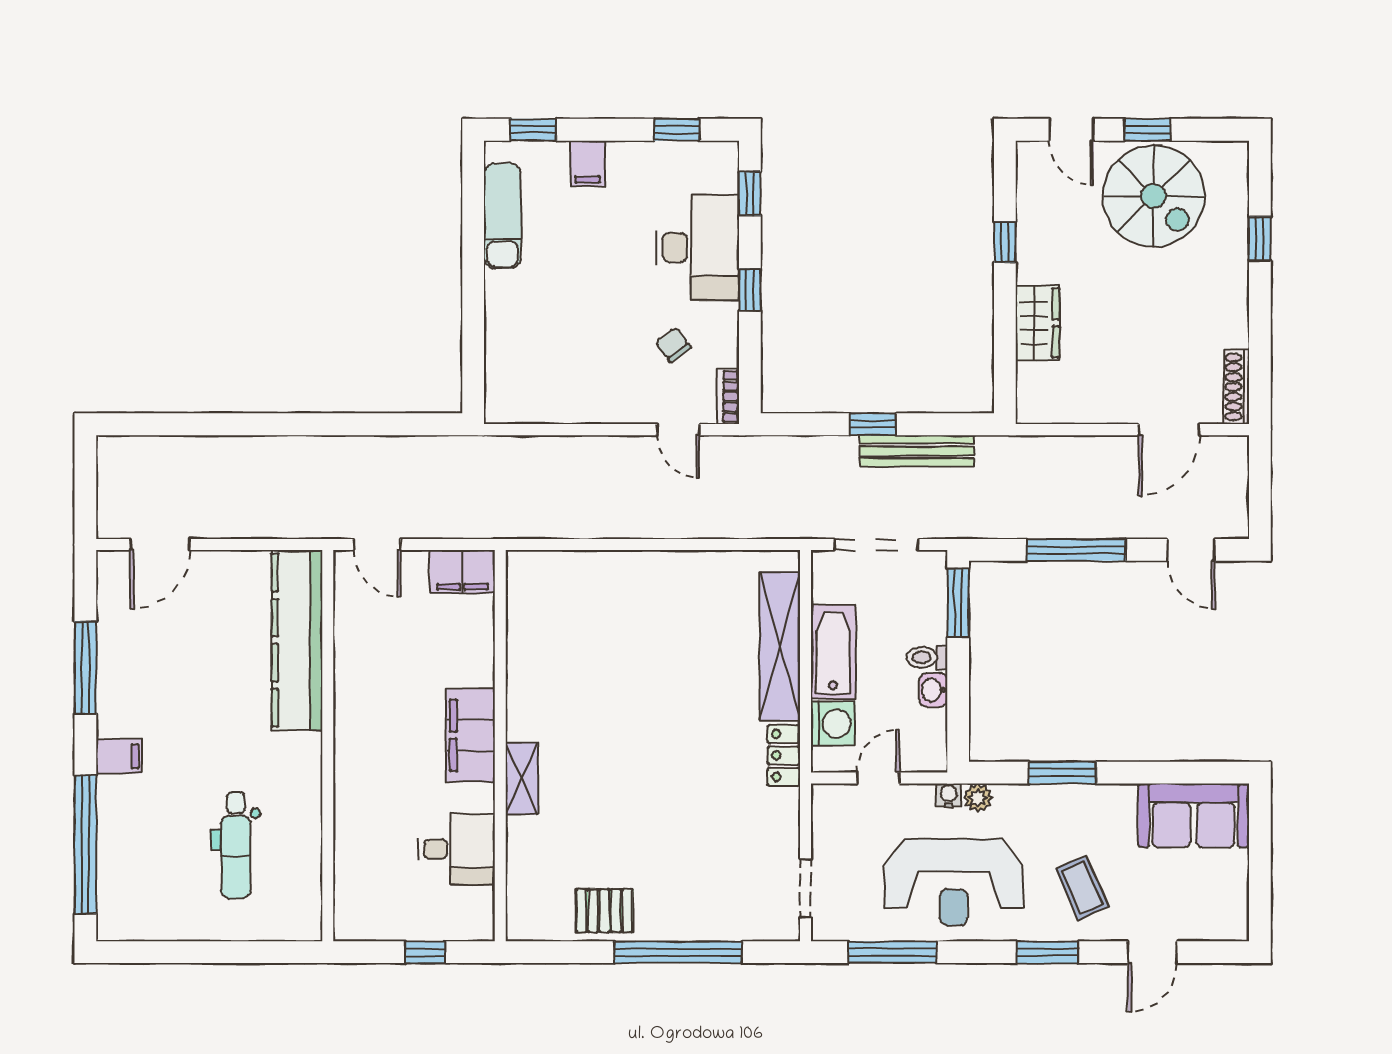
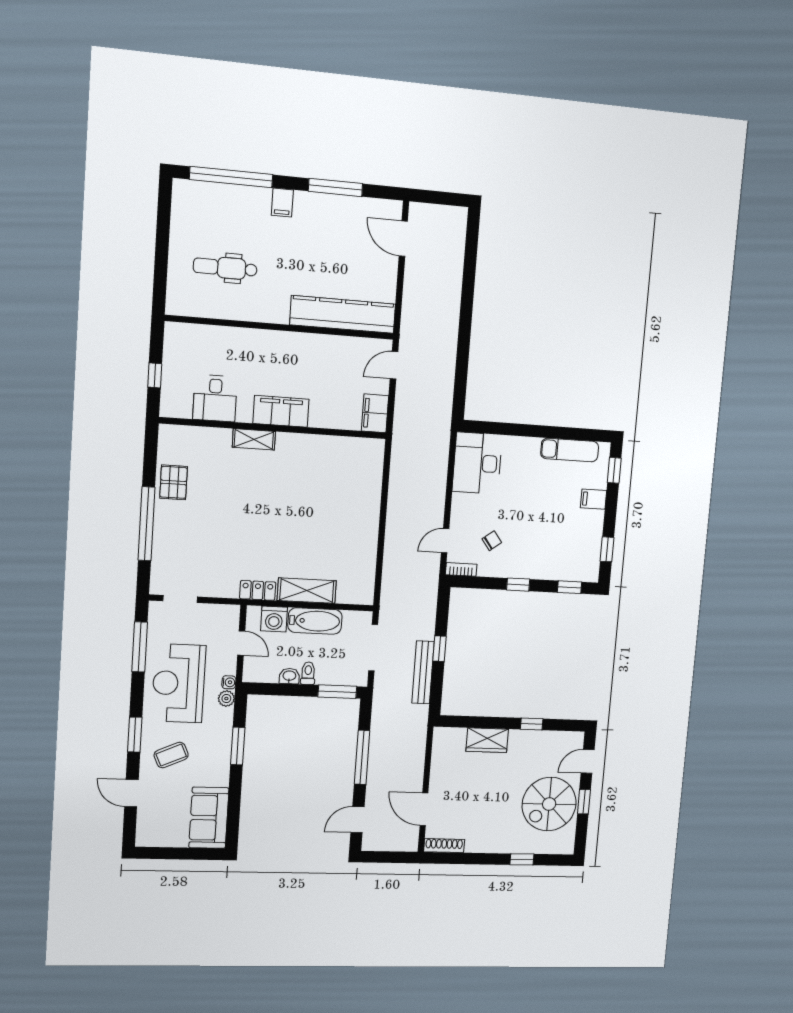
desk: (697, 248) -> (477, 463), moved, turned 90
shelving: (780, 646) -> (307, 591), width x0.68

